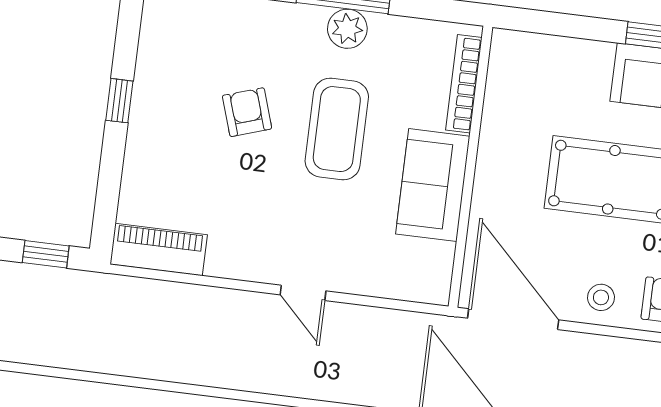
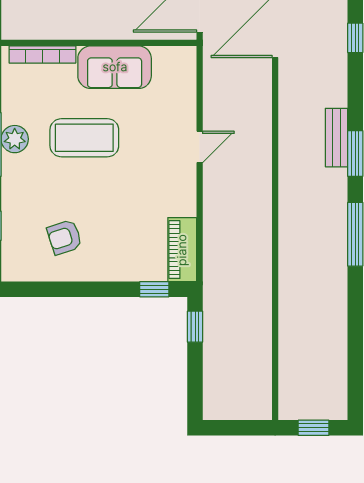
window: (119, 101) -> (154, 289), moved
armchair: (247, 112) -> (64, 237), moved

